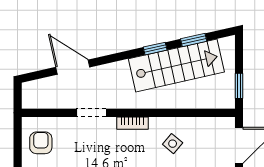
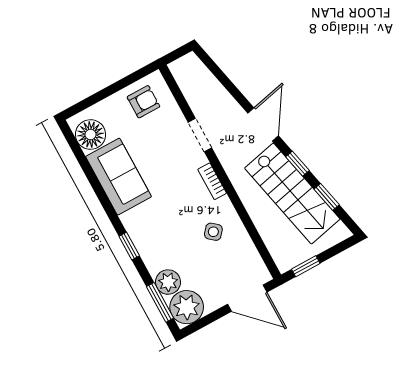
door: (73, 67) -> (263, 124), moved

